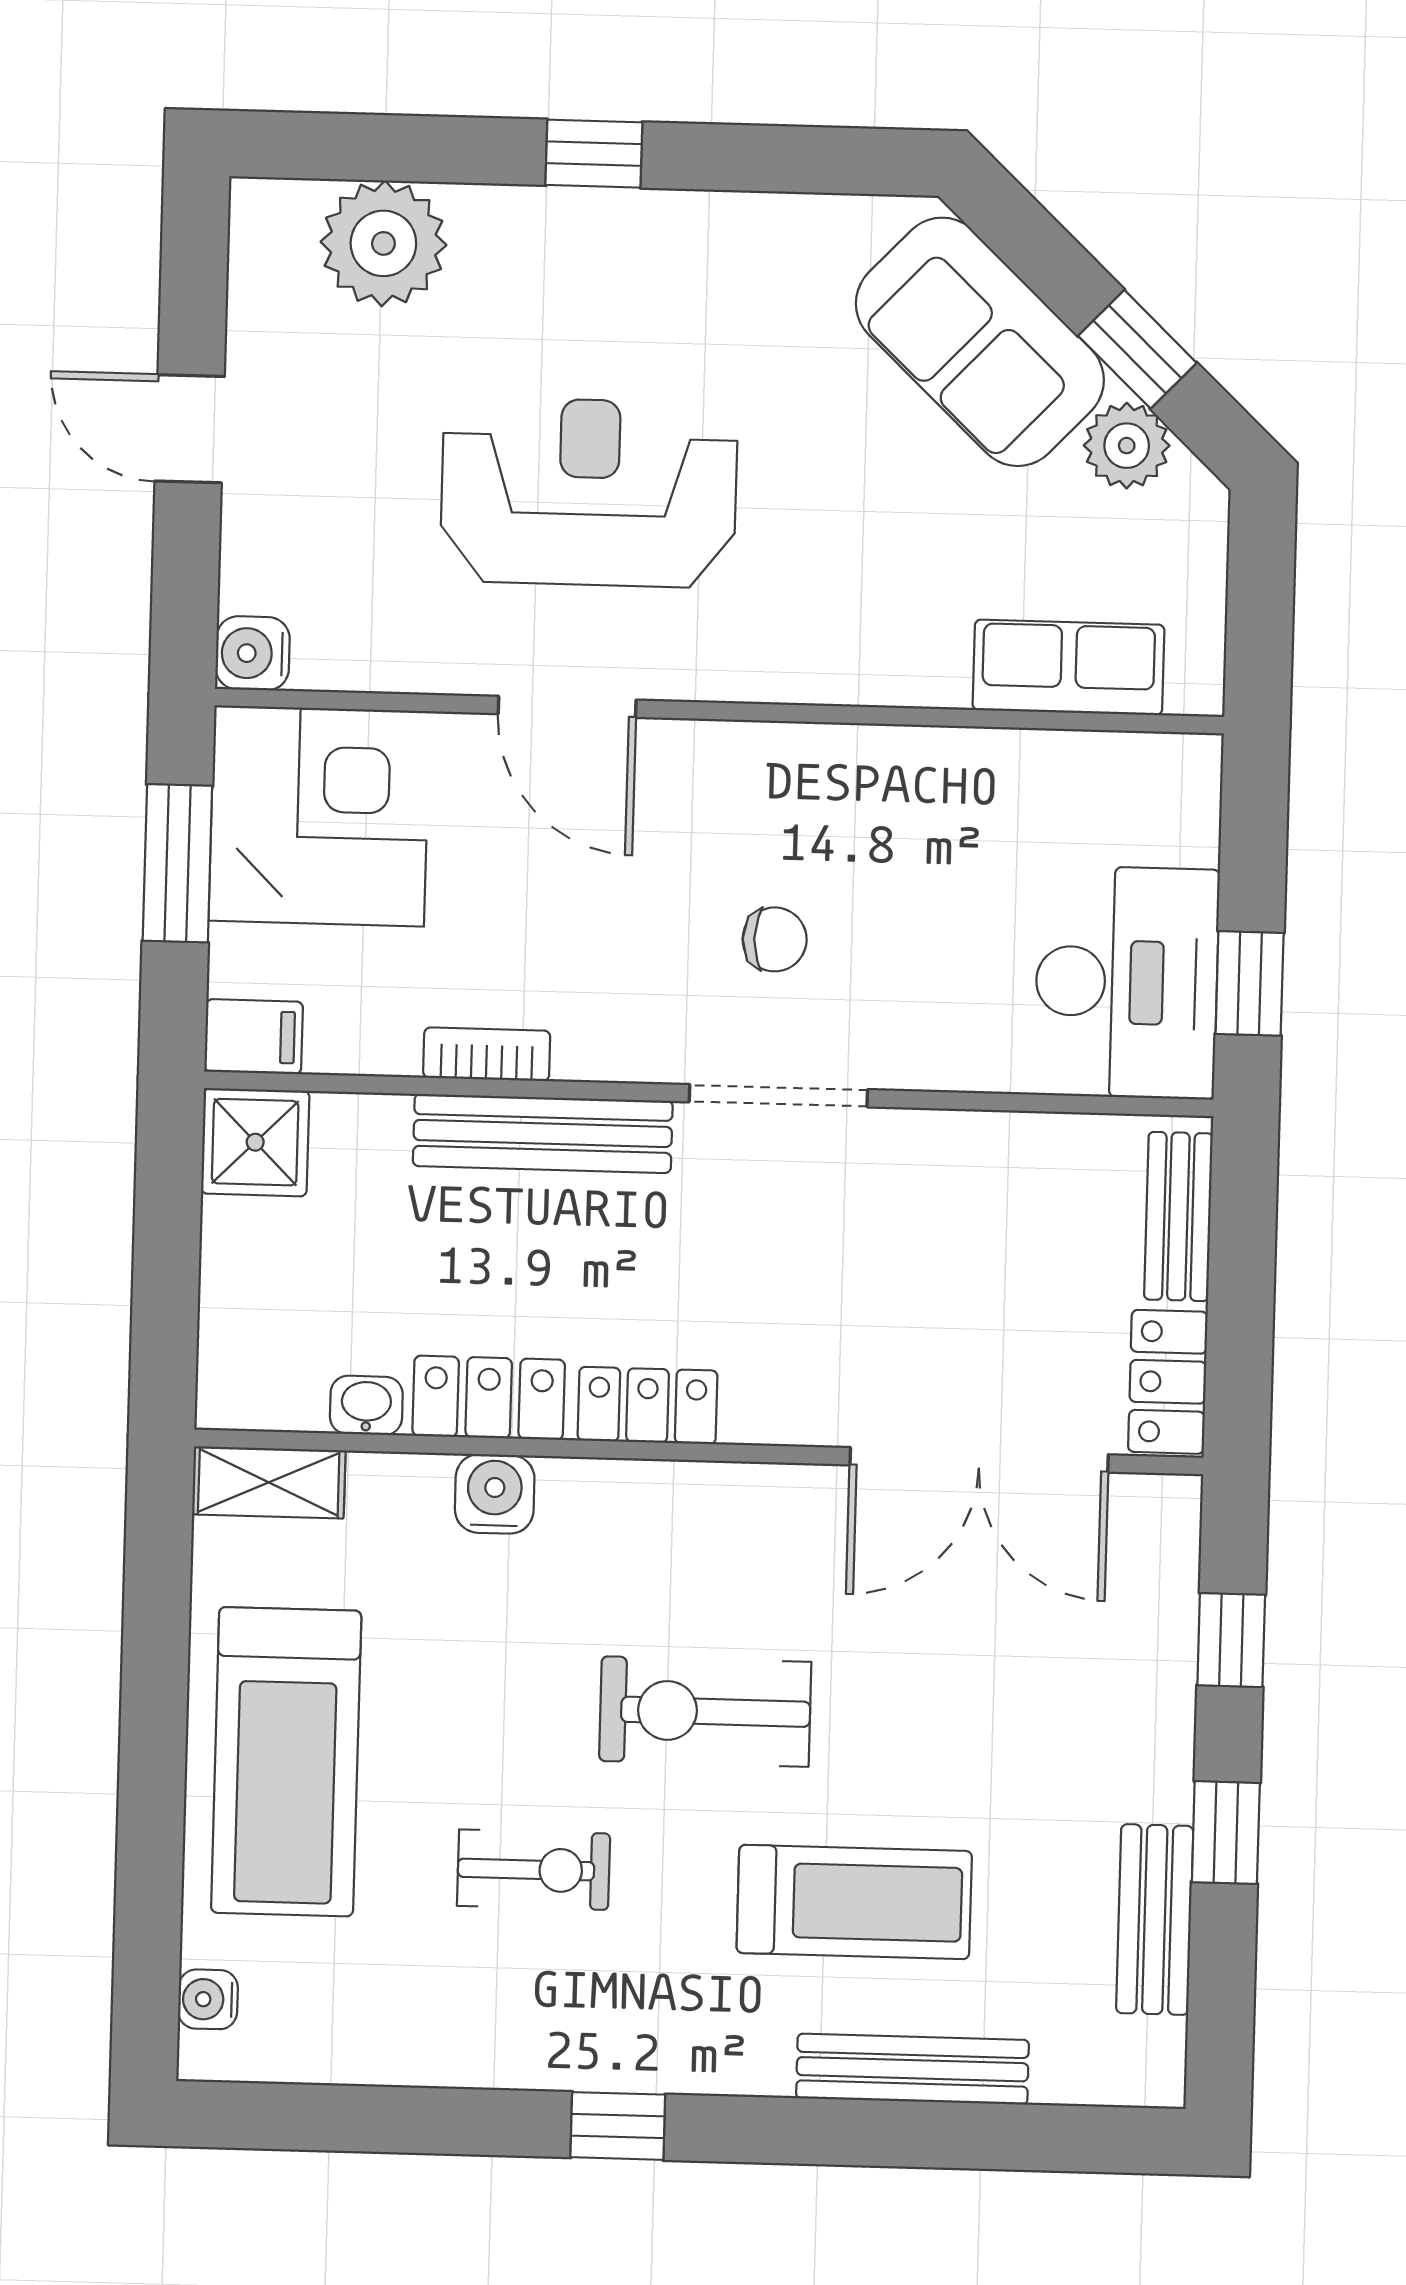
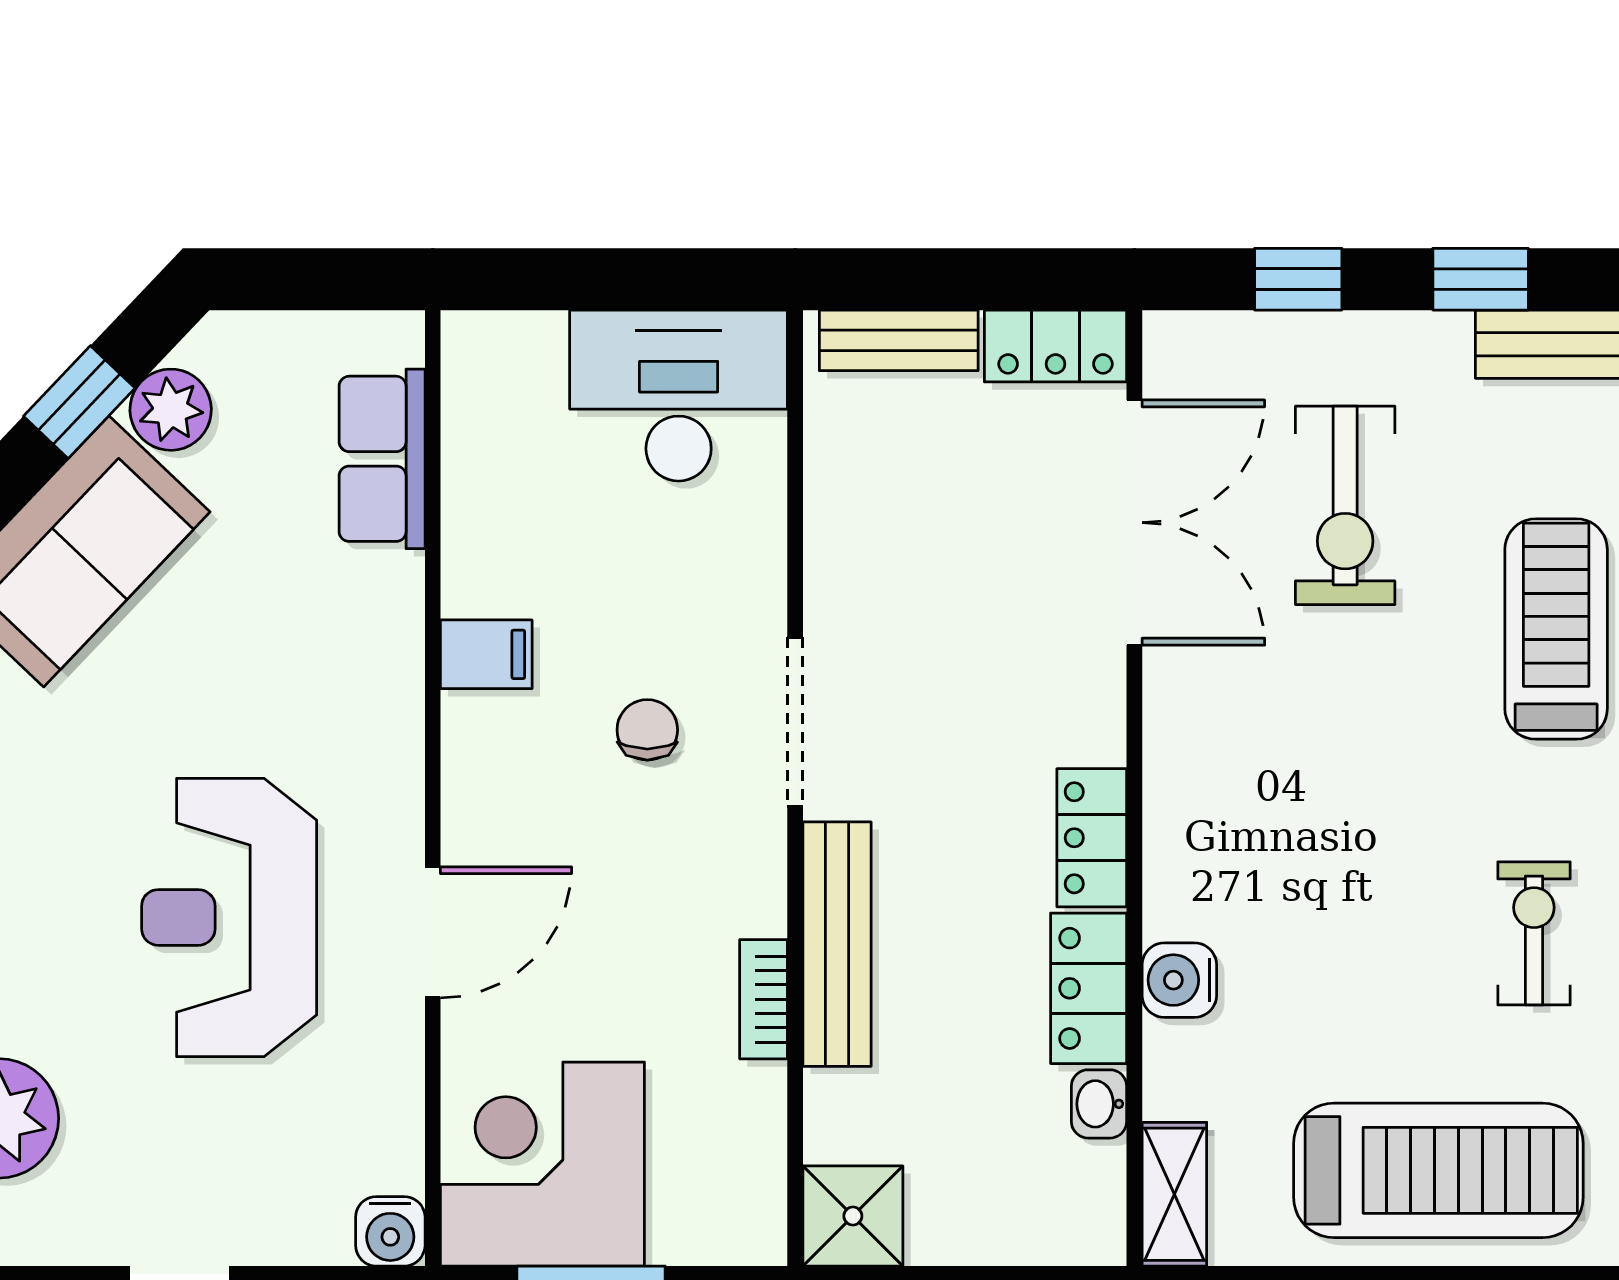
window: (1250, 983) -> (676, 279), removed
filing cabinet: (254, 1037) -> (486, 654), moved, turned 90
exercise bike: (705, 1711) -> (1345, 505), moved

